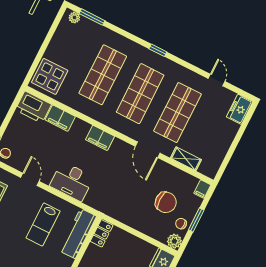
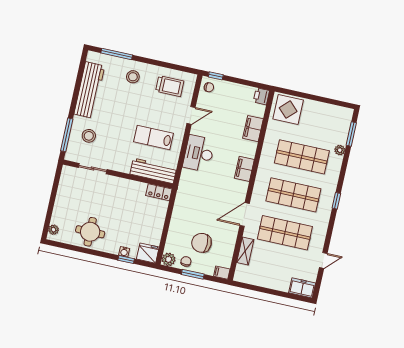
plant: (74, 18) -> (340, 150), moved
printer: (33, 107) -> (261, 96), width x0.53, depth x0.68
chair: (166, 202) -> (202, 243), turned 90

